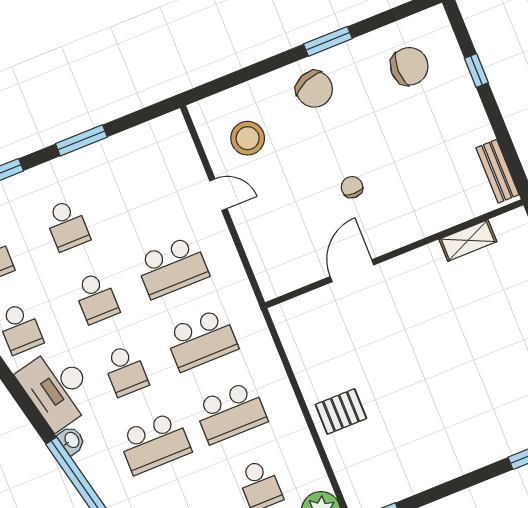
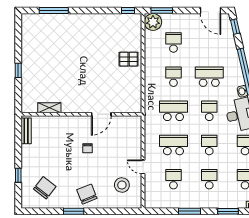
chair: (409, 66) -> (45, 188), turned 128
school desk: (143, 195) -> (173, 179), added
school desk: (231, 413) -> (173, 77), width x0.54

